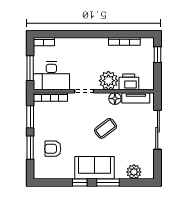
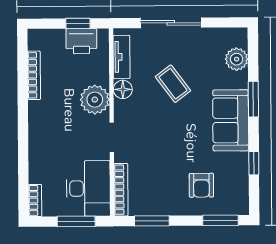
window: (158, 55) -> (78, 23), moved
printer: (129, 82) -> (81, 41), moved, turned -90
coffee table: (106, 128) -> (173, 84), moved
window: (30, 148) -> (221, 220), moved
window: (80, 182) -> (254, 163), moved

